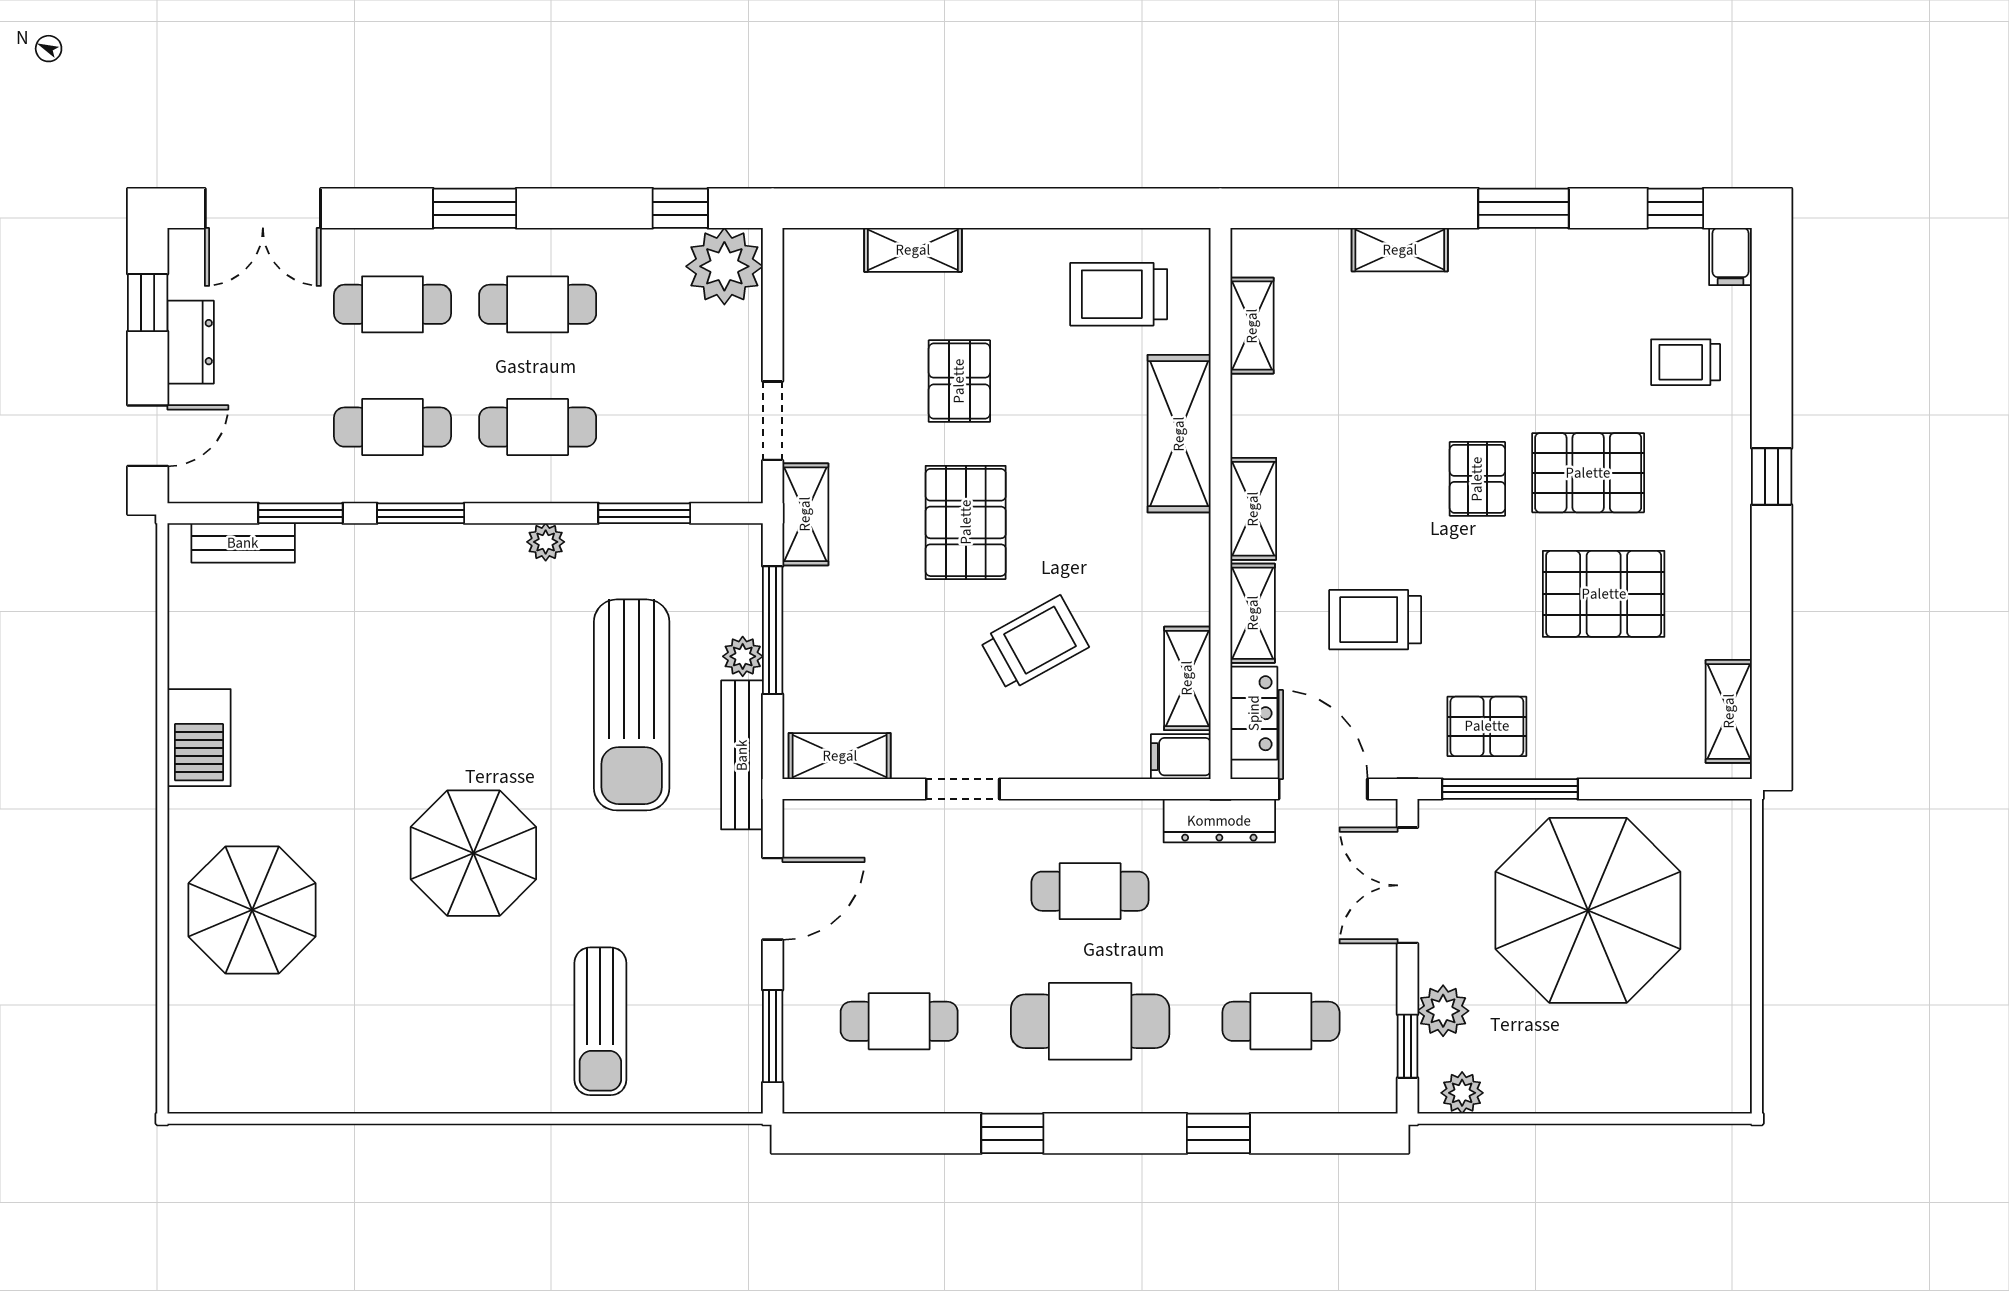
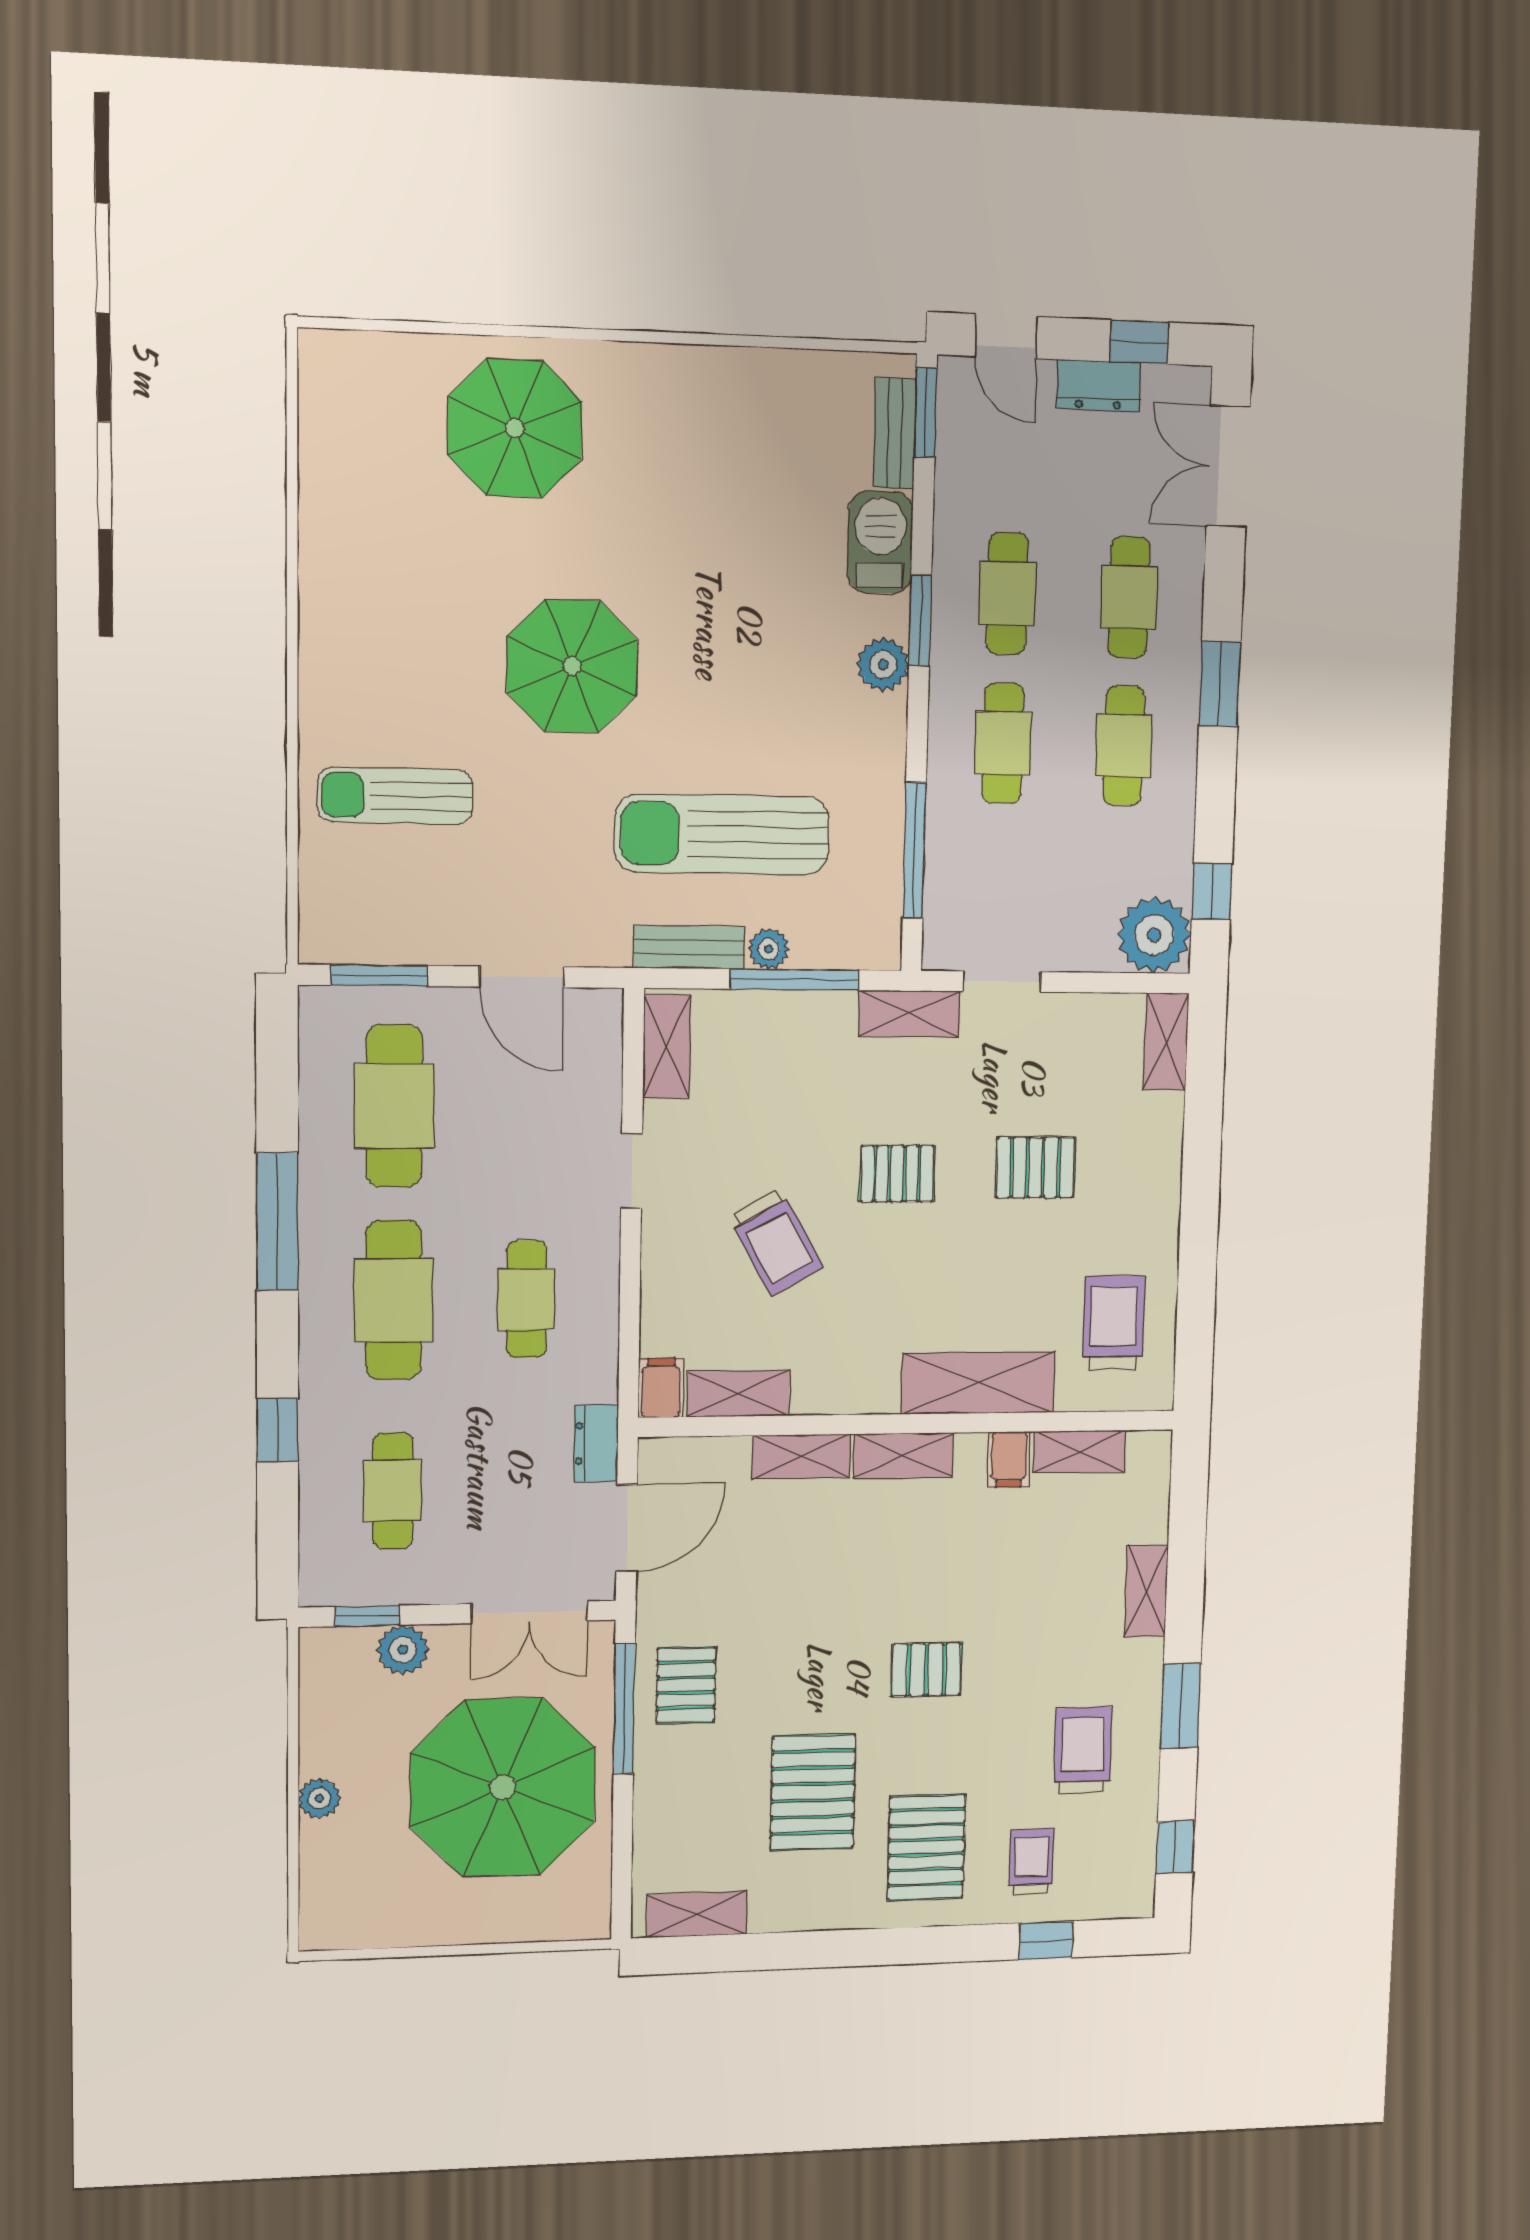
shelving: (913, 250) -> (1166, 1041), moved
filing cabinet: (1730, 257) -> (1009, 1459), moved, turned -90
pallet: (1588, 473) -> (926, 1847), moved
window: (1772, 476) -> (1046, 1940), moved
window: (300, 513) -> (925, 413), moved
window: (644, 513) -> (914, 850), width x1.44
pallet: (966, 522) -> (897, 1174), width x0.67, depth x0.71
plant: (546, 542) -> (883, 665), moved, width x1.38, depth x1.38
trolley: (1375, 620) -> (1083, 1750), moved
locker: (1254, 713) -> (703, 1459), removed
barbecue: (199, 738) -> (880, 543), moved, turned 90
bench: (742, 755) -> (689, 947), width x0.73
dresser: (1219, 821) -> (596, 1443), width x0.70
double door: (1407, 885) -> (529, 1612), swing flipped
cafe table: (899, 1021) -> (394, 1106), width x1.37, depth x1.35
plant: (1462, 1093) -> (319, 1798), moved
window: (1012, 1133) -> (277, 1222), width x2.17

